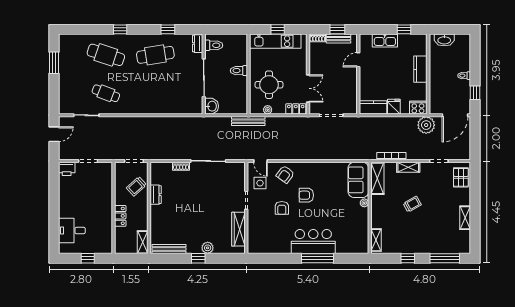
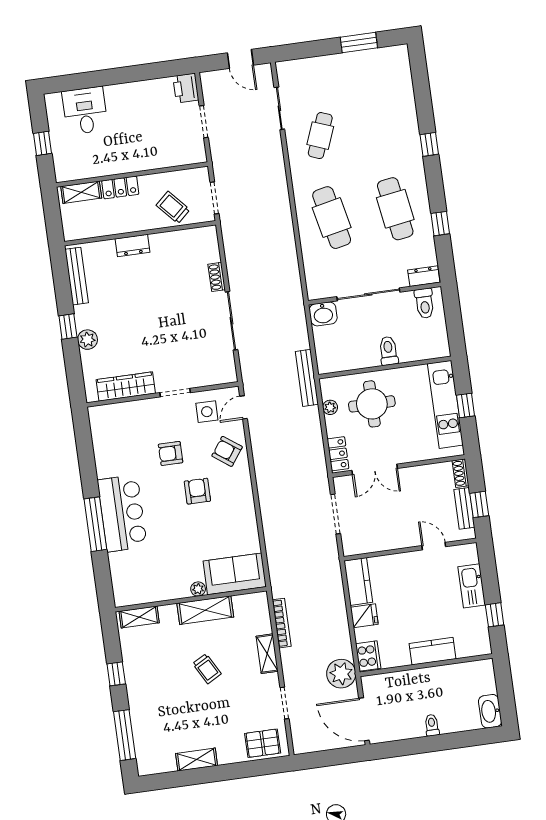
washbasin: (444, 40) -> (490, 711), moved
cafe table: (106, 55) -> (332, 218), moved, turned -30
window: (475, 93) -> (406, 747), removed
shelving: (377, 178) -> (205, 610), moved
dresser: (156, 195) -> (132, 246), moved
shelving: (143, 242) -> (81, 192), moved

